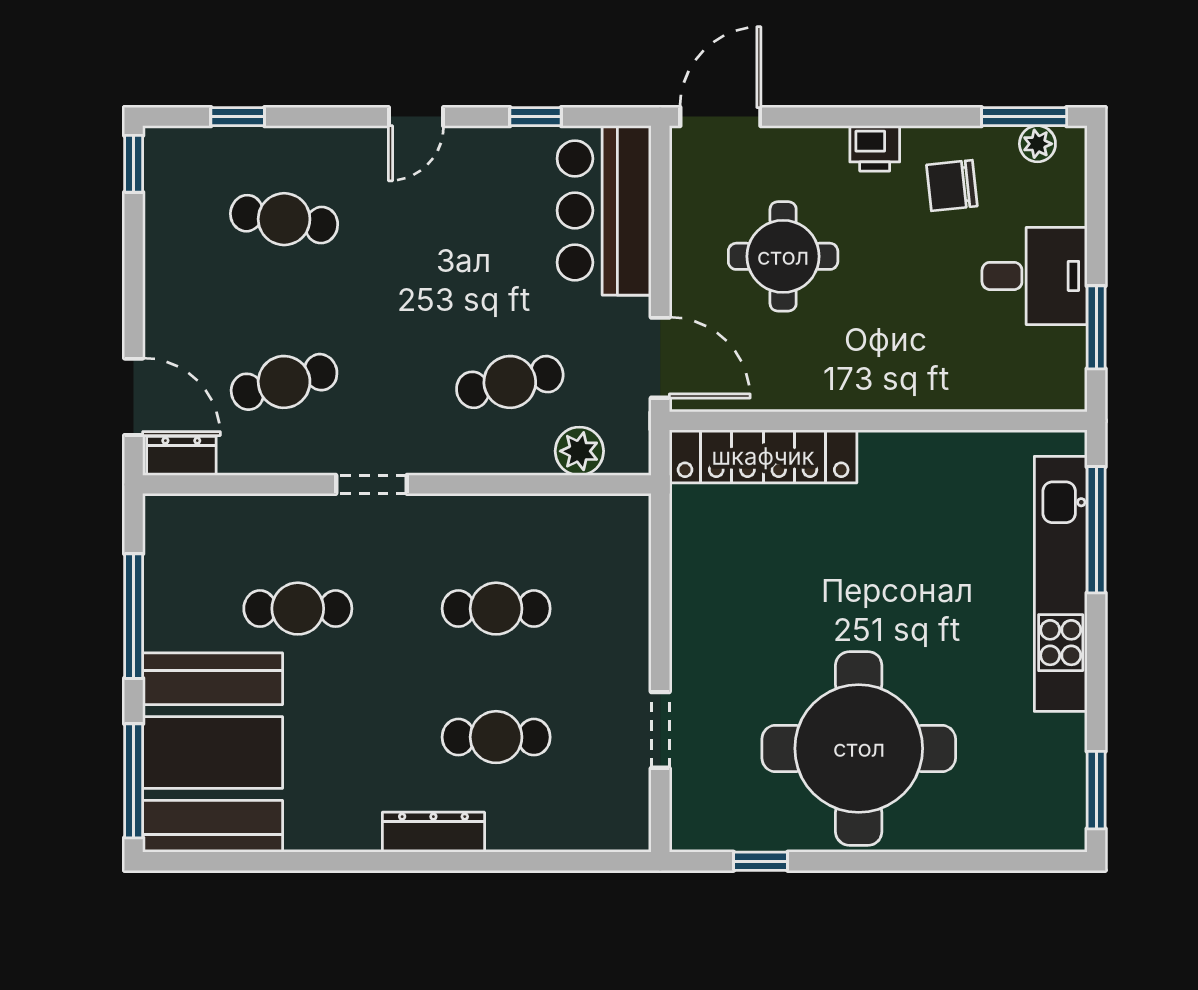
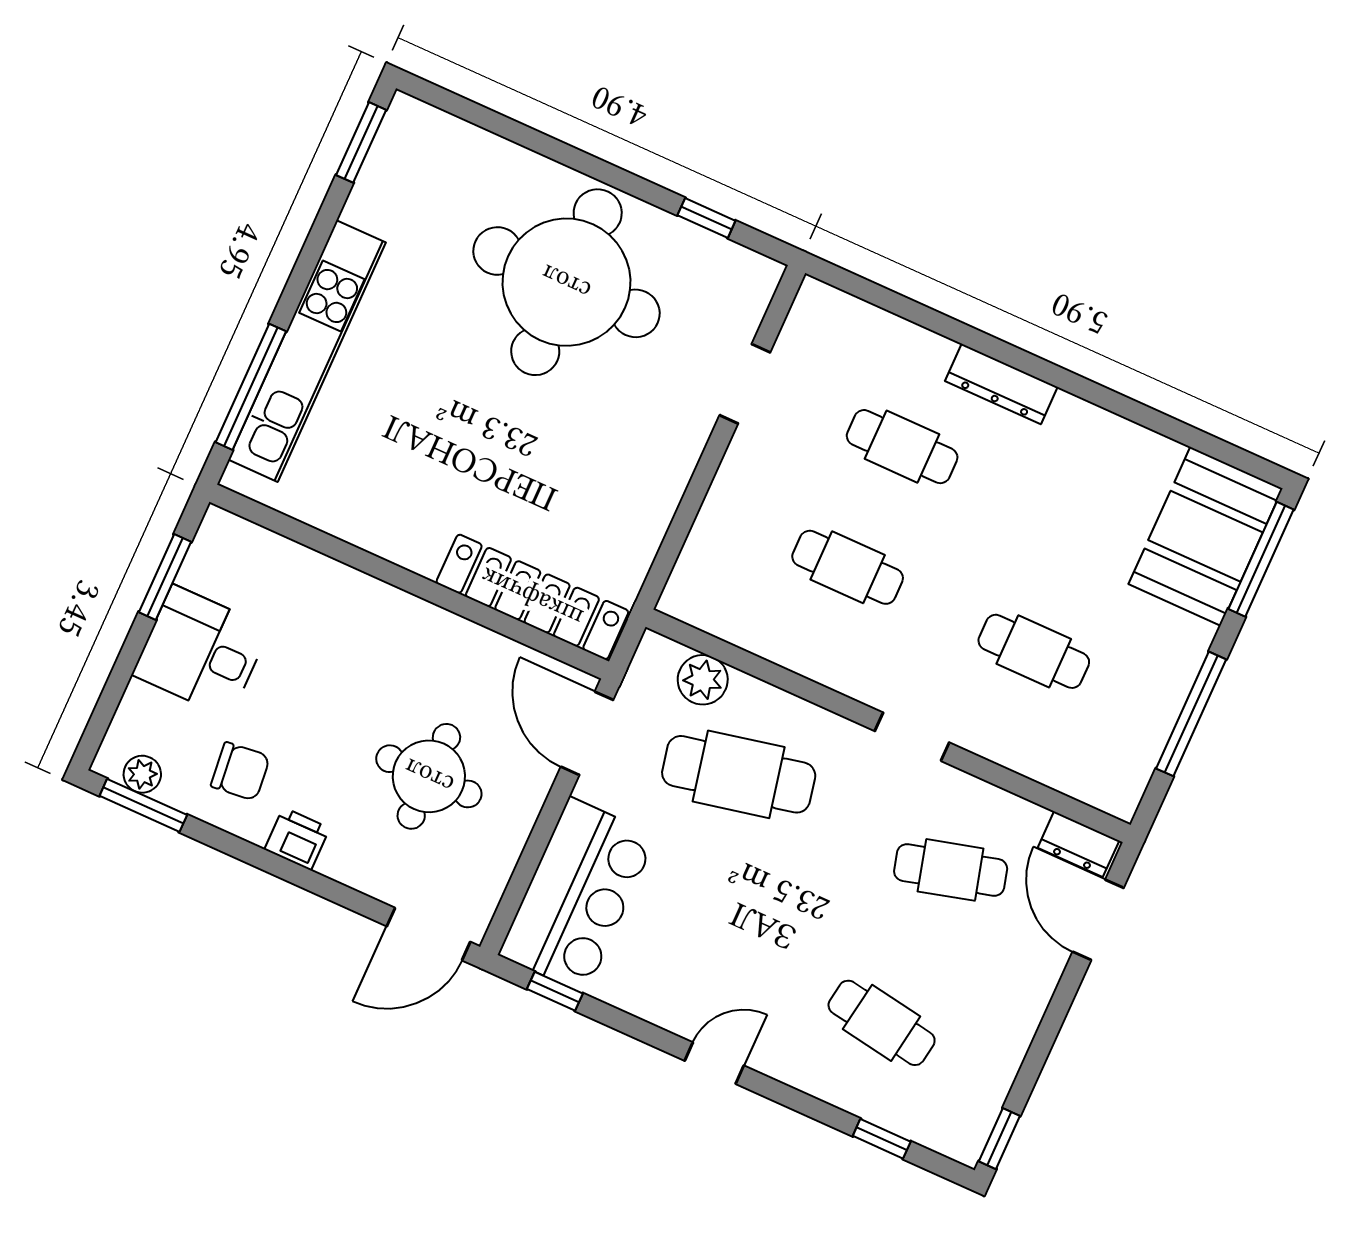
window: (536, 117) -> (555, 991), moved
cafe table: (510, 382) -> (739, 774), width x1.37, depth x1.35
booth: (213, 753) -> (1206, 536), width x0.73, depth x0.70

